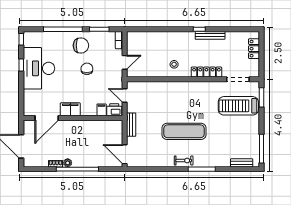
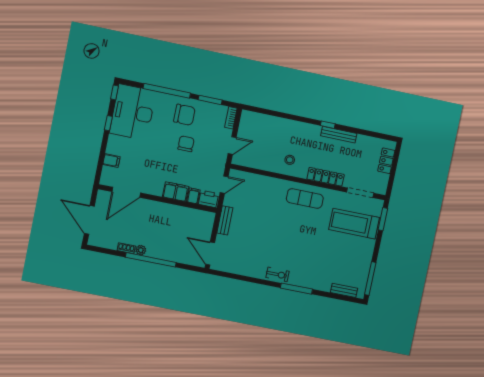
desk: (39, 68) -> (133, 112), moved
filing cabinet: (30, 95) -> (111, 161), added
door: (125, 96) -> (224, 185), swing flipped
filing cabinet: (70, 109) -> (176, 192), moved
exercise mat: (184, 131) -> (305, 198), moved, width x0.73, depth x0.69

